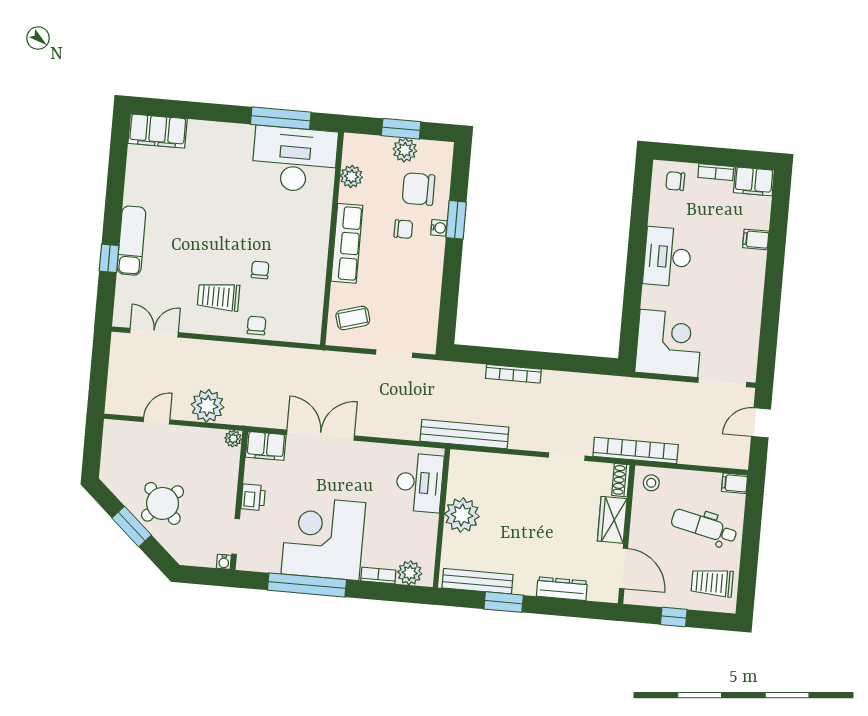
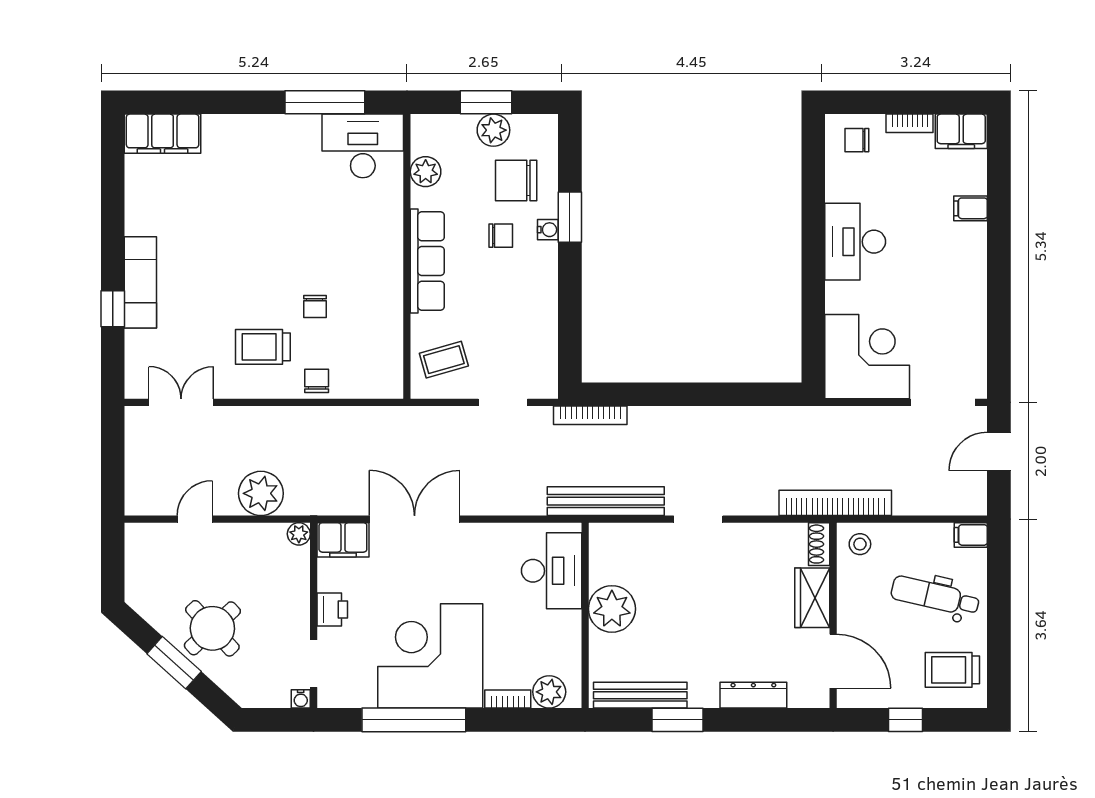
desk: (295, 159) -> (363, 146), width x0.73, depth x0.77
chair: (260, 270) -> (315, 307), turned 180
bookcase: (513, 374) -> (590, 415), moved
doorway: (567, 457) -> (698, 519), moved

